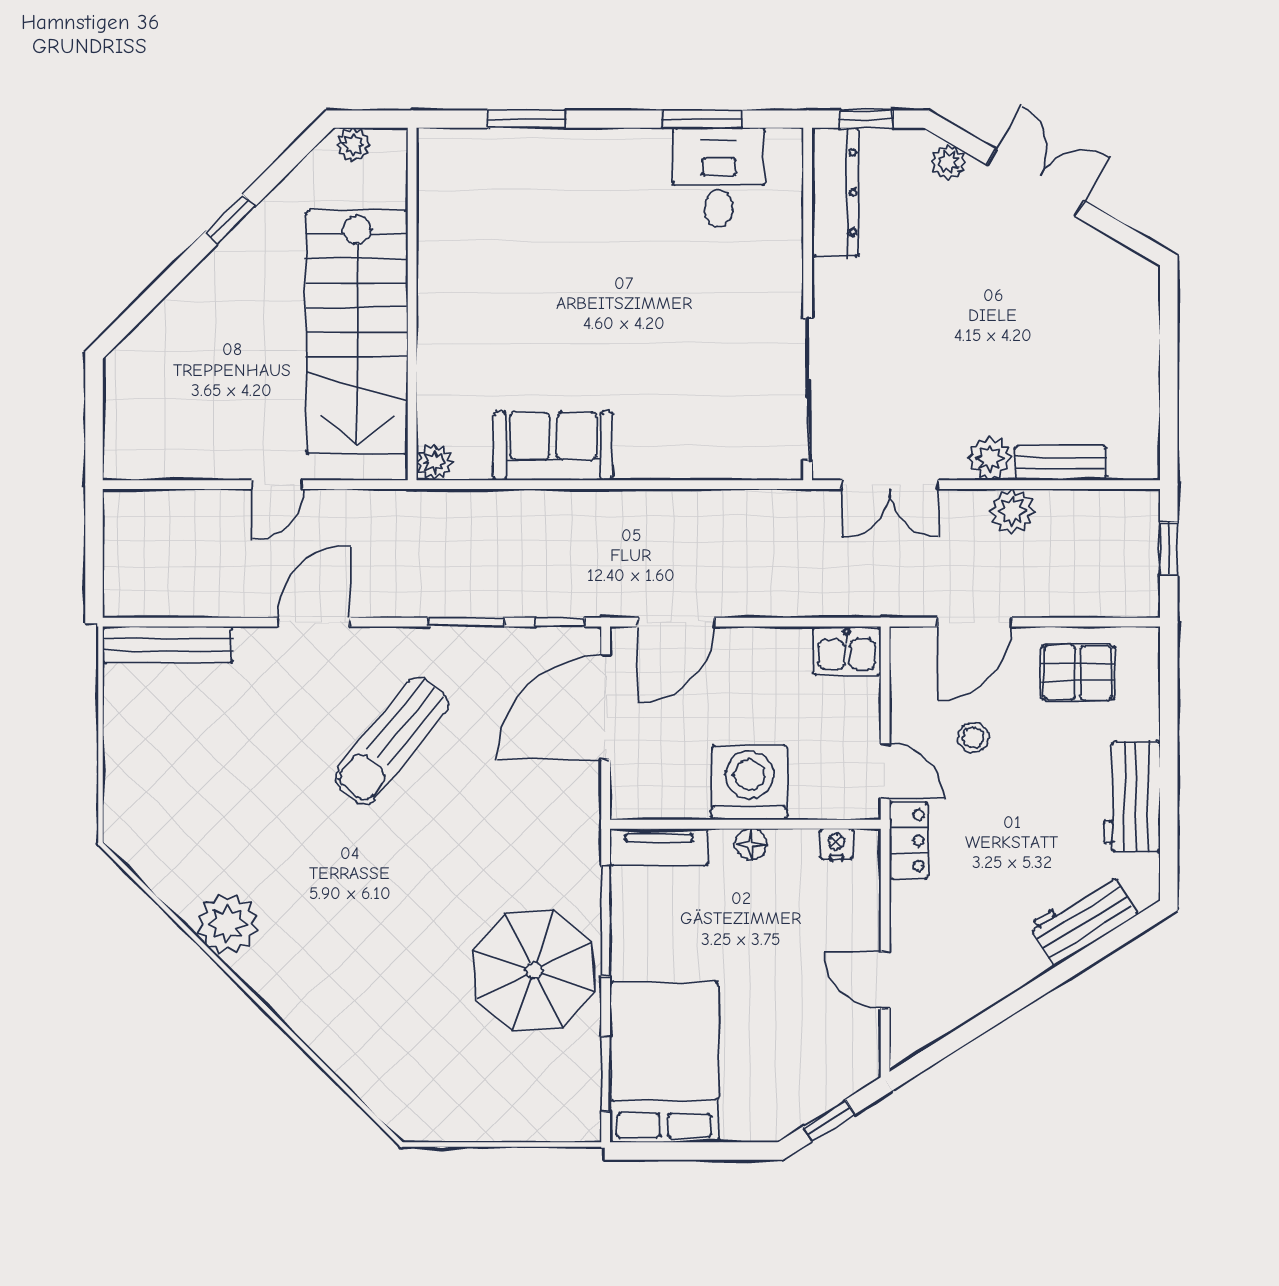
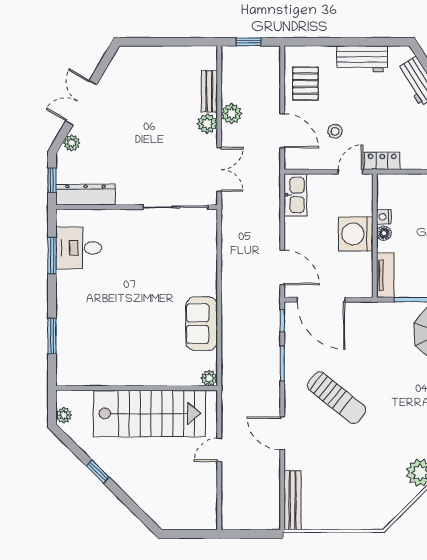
door: (277, 485) -> (219, 450), swing flipped
kitchen sink: (847, 651) -> (295, 195), width x1.38
nightstand: (836, 844) -> (384, 217), moved

